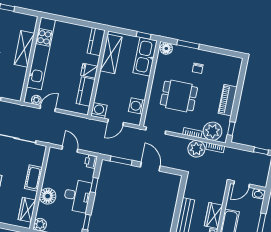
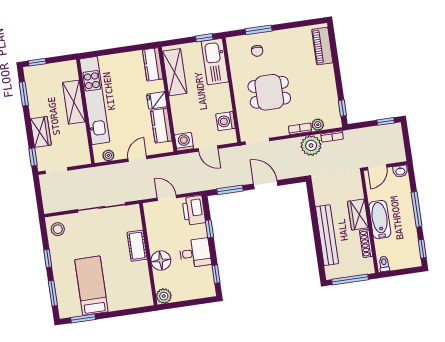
floor lamp: (166, 48) -> (236, 43), removed
chair: (198, 68) -> (257, 51), moved
piano: (228, 100) -> (322, 46), moved
door: (48, 109) -> (137, 159), moved
door: (116, 122) -> (208, 148), hinge flipped
plant: (213, 131) -> (318, 125), width x0.53, depth x0.53
printer: (91, 162) -> (194, 210), width x1.87, depth x1.48
desk: (77, 196) -> (195, 253), width x0.73
wardrobe: (27, 210) -> (143, 285), removed

